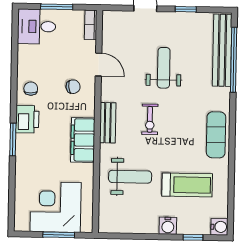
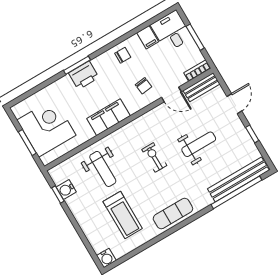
filing cabinet: (28, 53) -> (148, 37), added
door: (98, 65) -> (171, 94), hinge flipped
printer: (27, 119) -> (84, 75), moved
exercise bike: (150, 119) -> (154, 157), turned 90
bench: (108, 123) -> (202, 87), moved
water cooler: (168, 226) -> (66, 190), moved
window: (193, 237) -> (58, 194), moved

